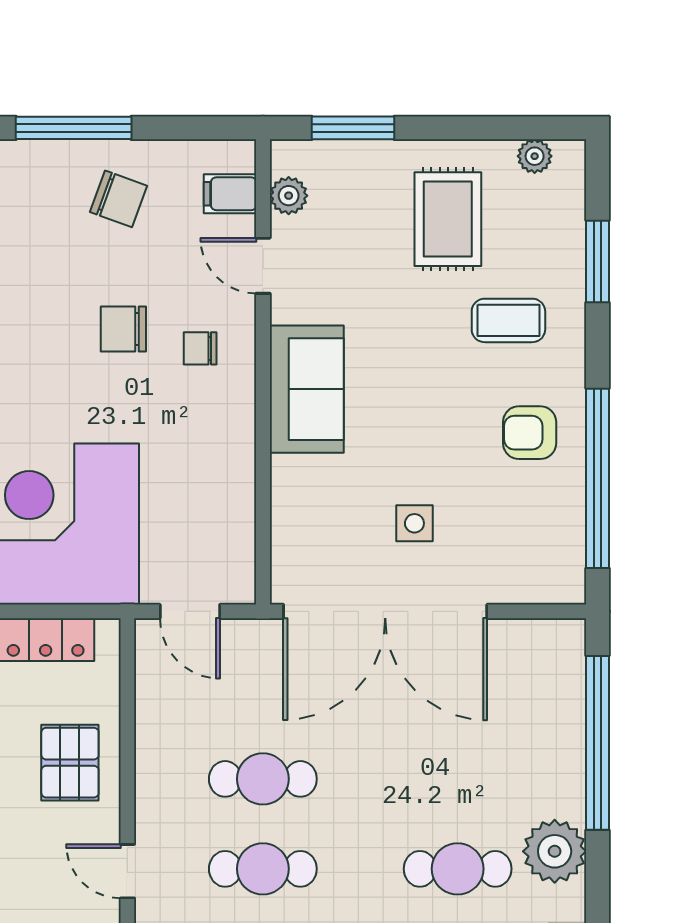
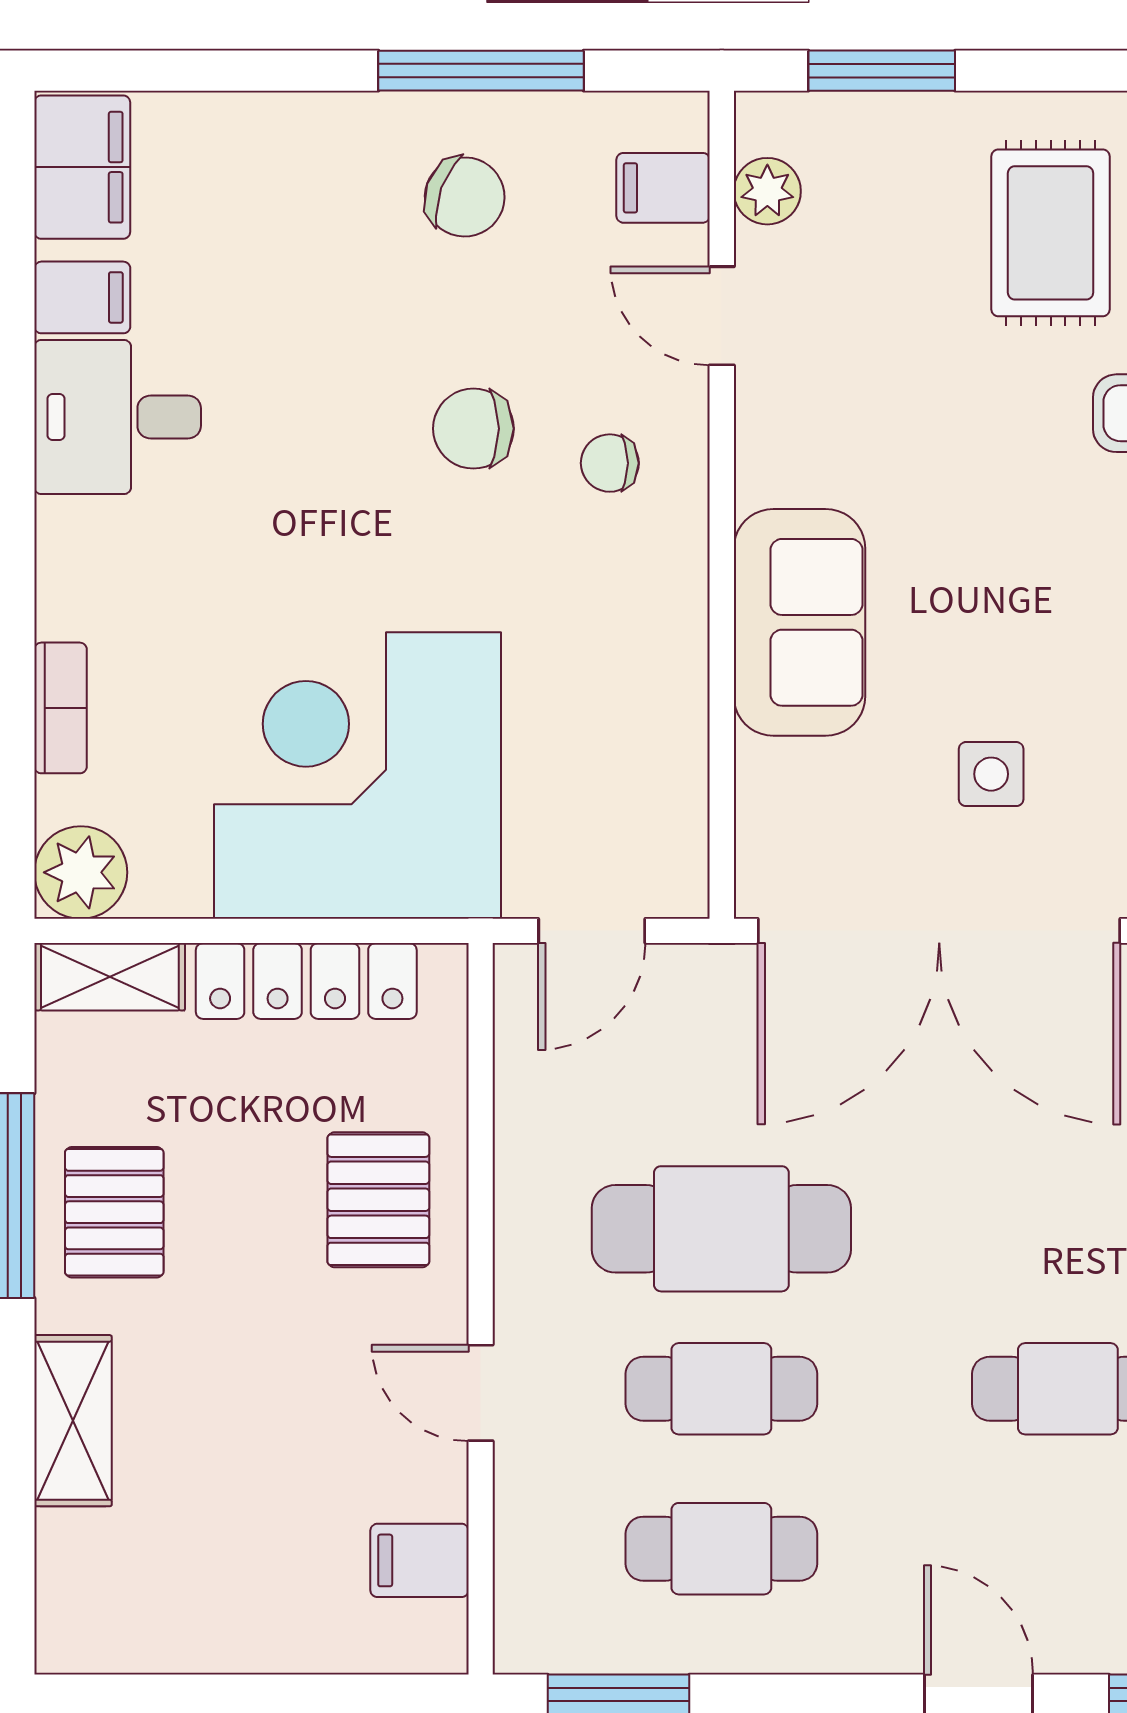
window: (74, 128) -> (481, 71), moved
sofa: (307, 389) -> (799, 622), moved
door: (190, 611) -> (592, 931), hinge flipped
cafe table: (263, 779) -> (721, 1229), width x1.37, depth x1.35

